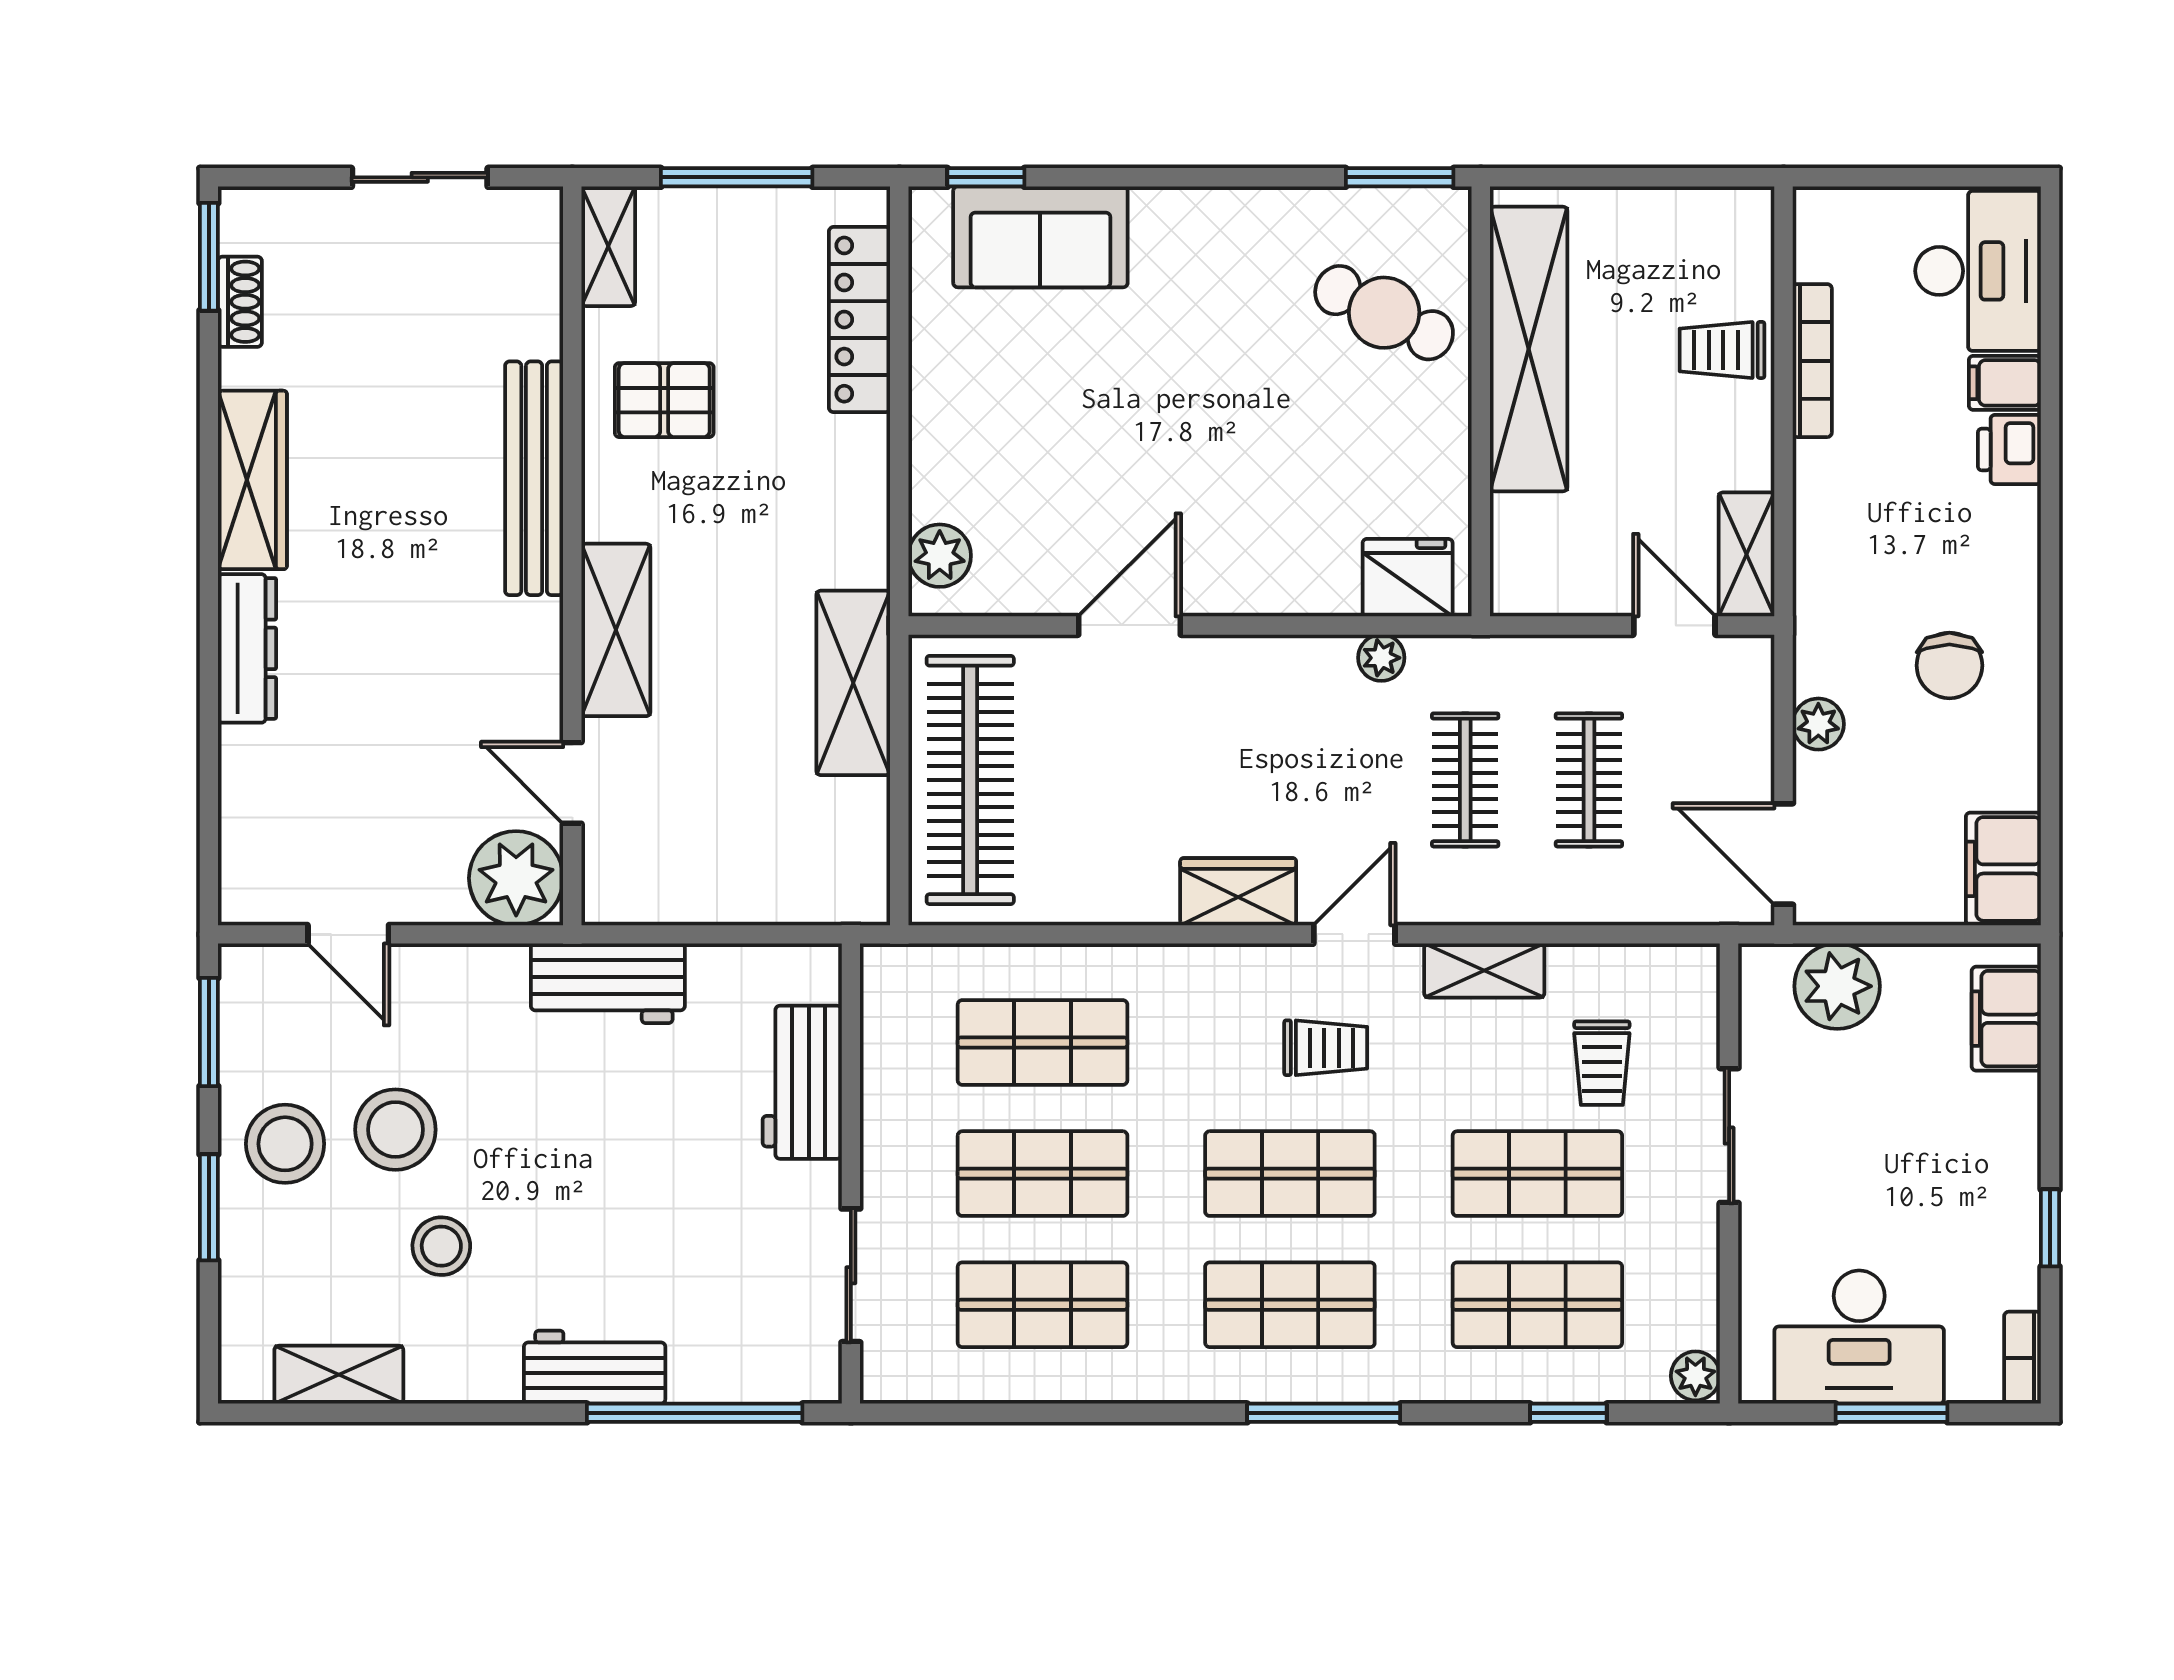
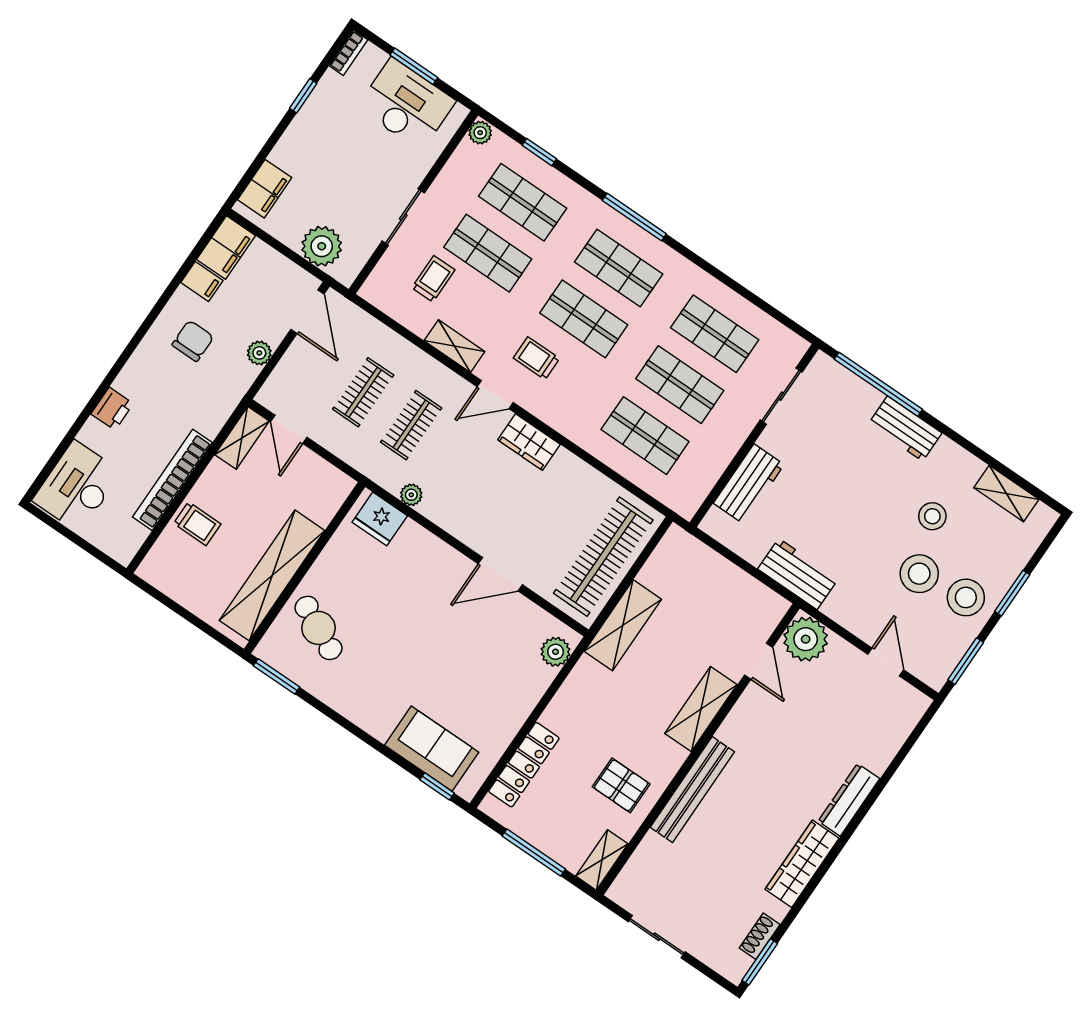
bookcase: (1812, 361) -> (172, 480), width x1.48, depth x1.31
filing cabinet: (2005, 383) -> (202, 281), moved

